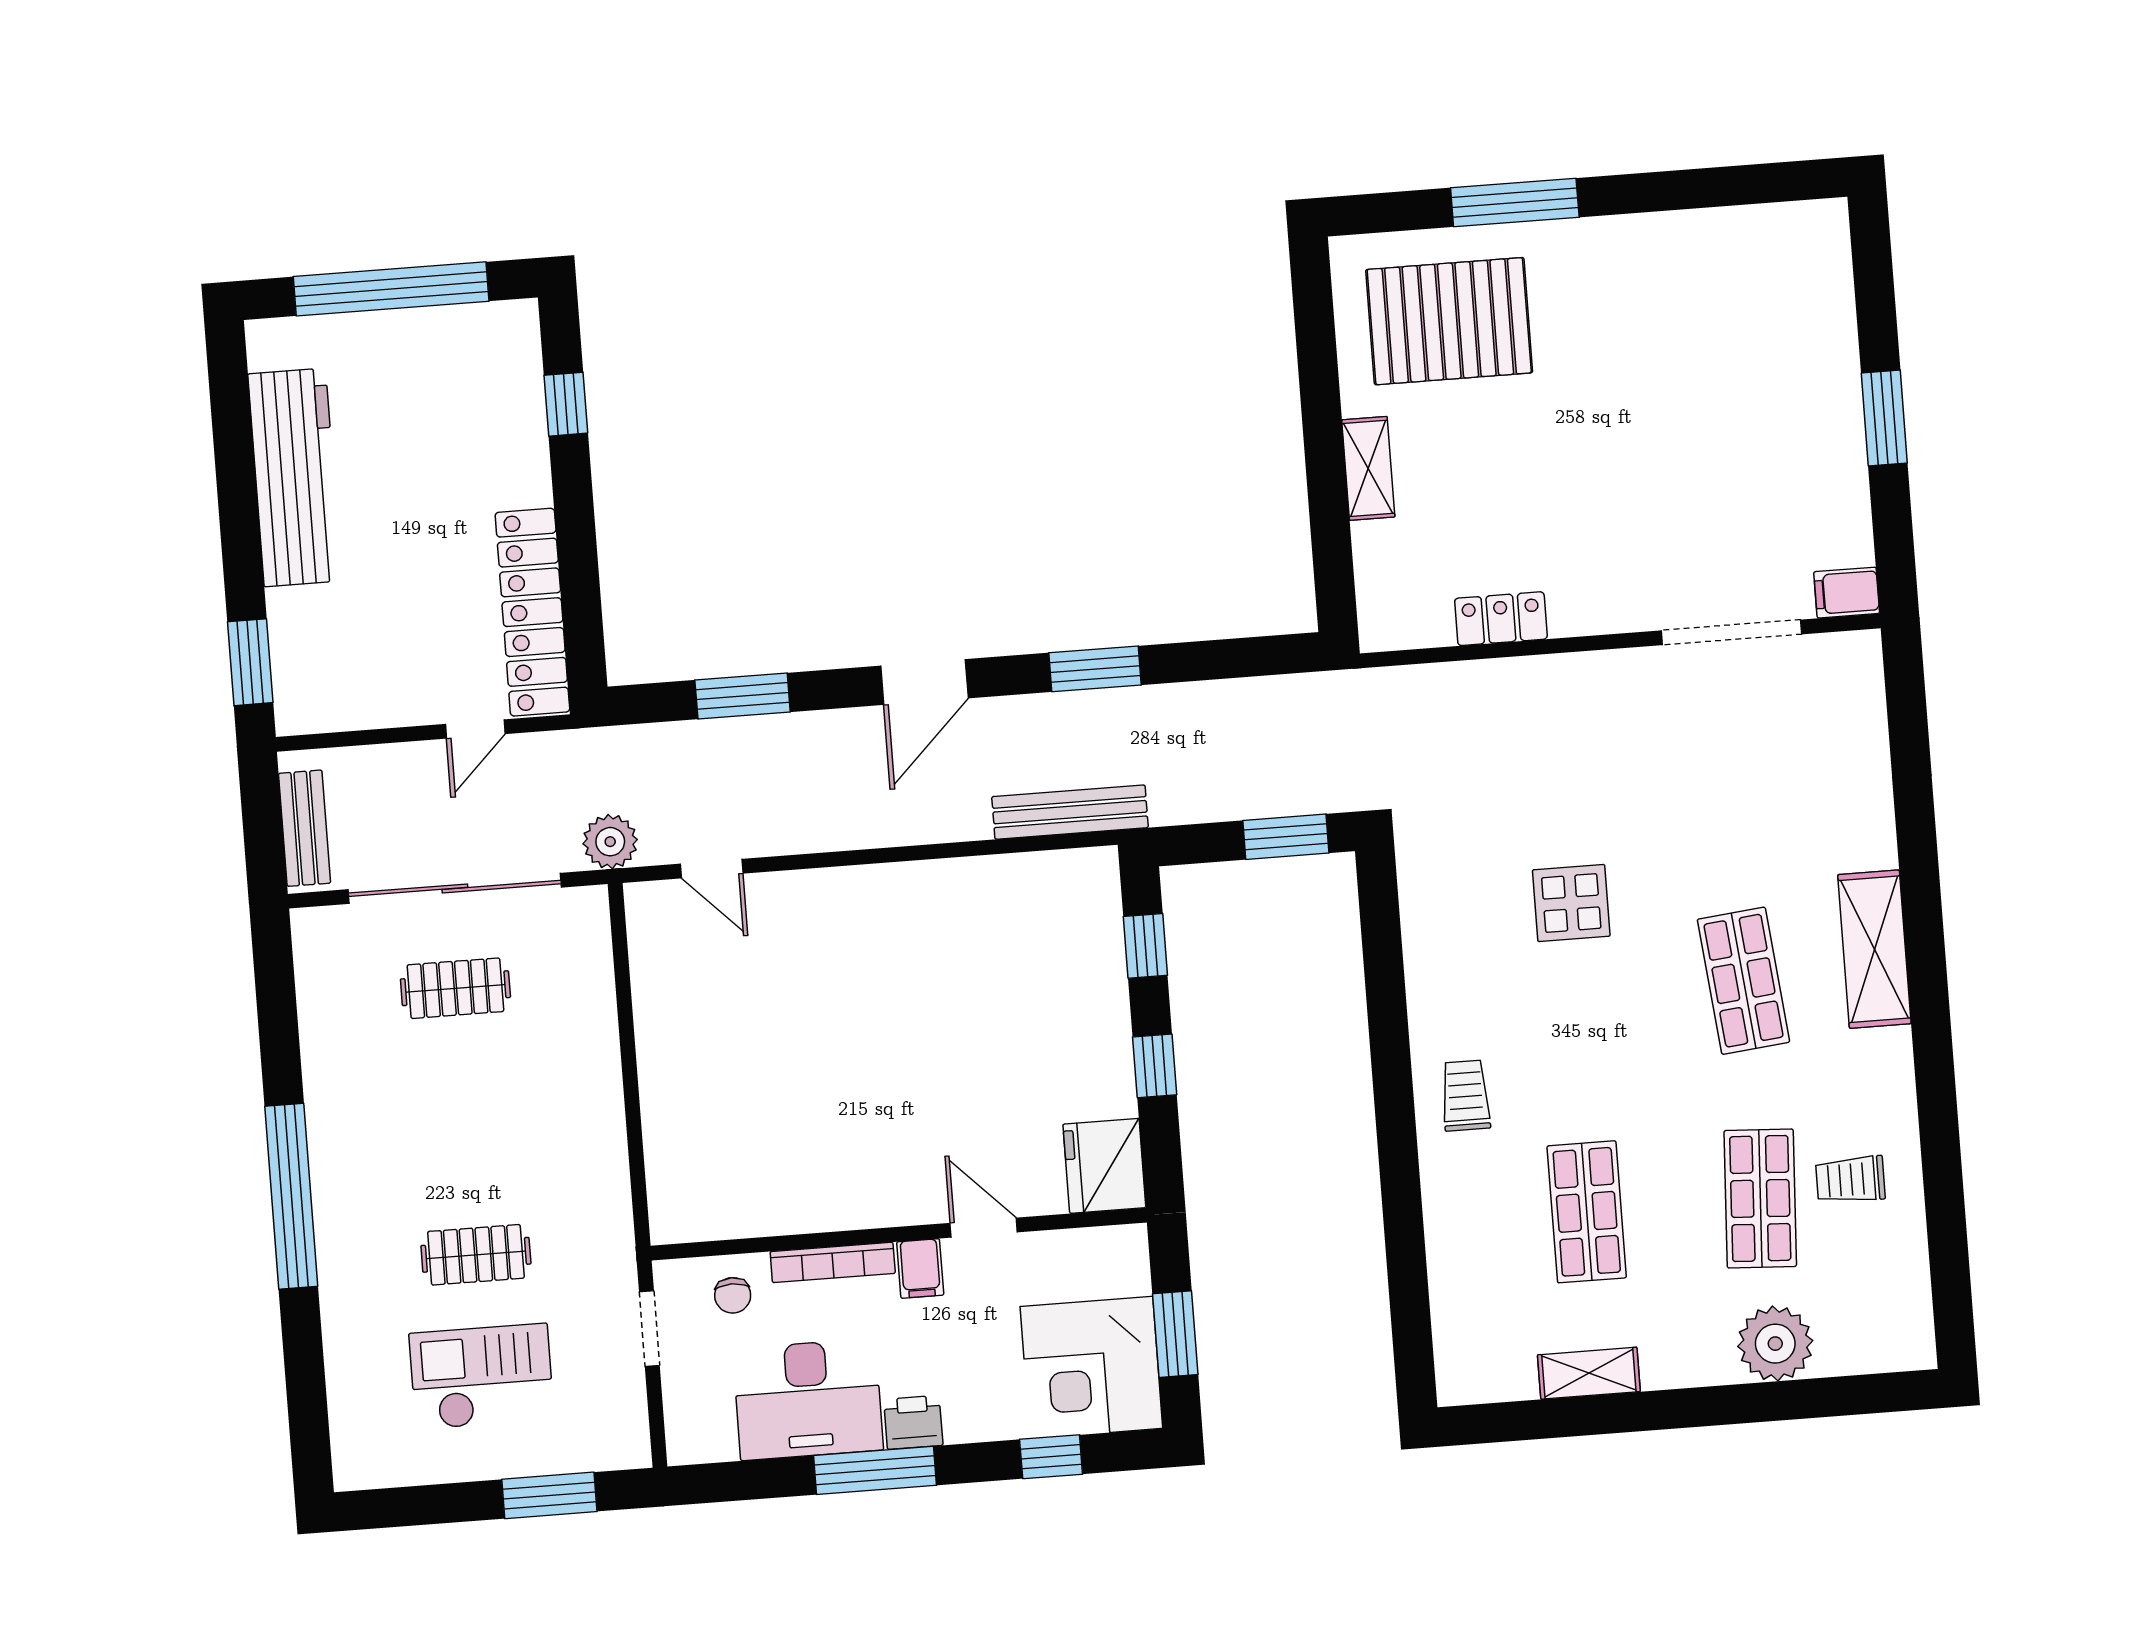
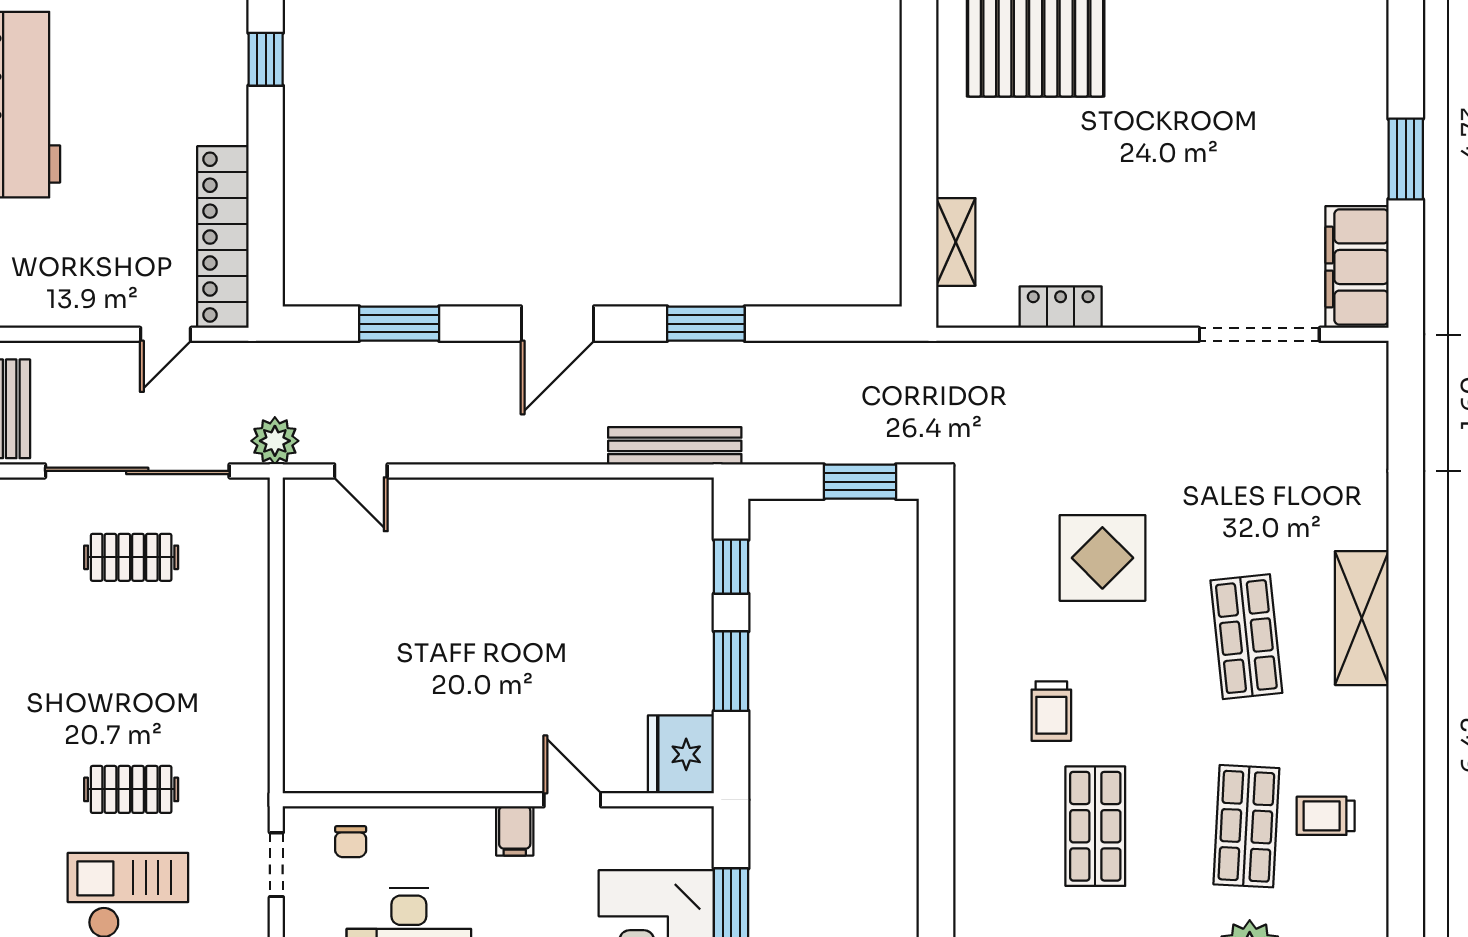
shelving: (1368, 468) -> (956, 242), moved
filing cabinet: (1847, 593) -> (1357, 267), width x3.00, depth x1.17
display table: (1571, 903) -> (1102, 558), width x1.36, depth x1.36
window: (1155, 1066) -> (731, 671), width x1.50
trolley: (1465, 1096) -> (1051, 711), moved, turned 180
bookcase: (833, 1262) -> (439, 820), removed

